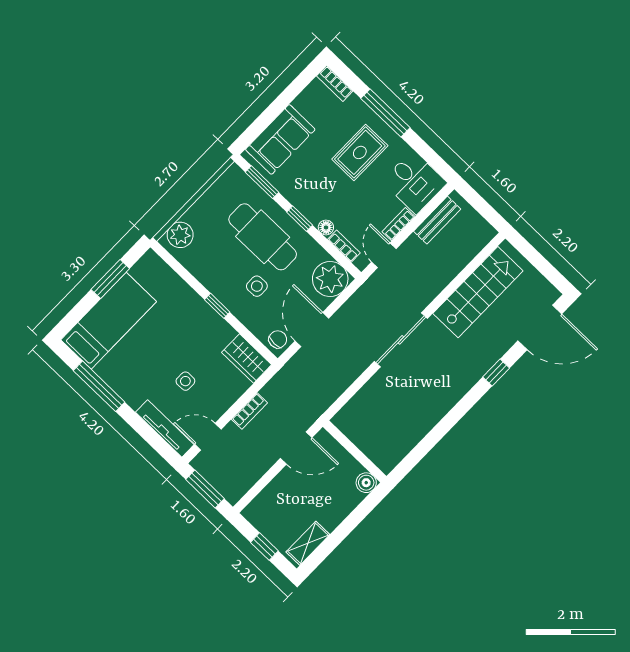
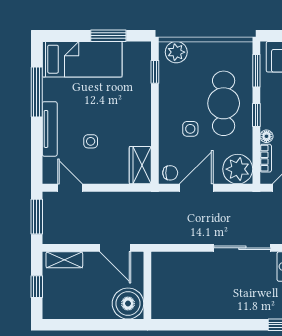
window: (217, 306) -> (155, 72), moved
bookcase: (249, 411) -> (110, 198), removed
tv unit: (165, 428) -> (50, 129), moved
boiler: (366, 483) -> (128, 304), width x1.86, depth x1.86
shelving: (308, 543) -> (64, 260), moved

